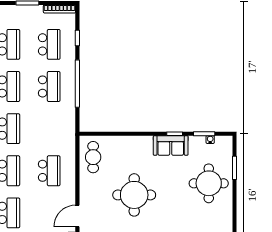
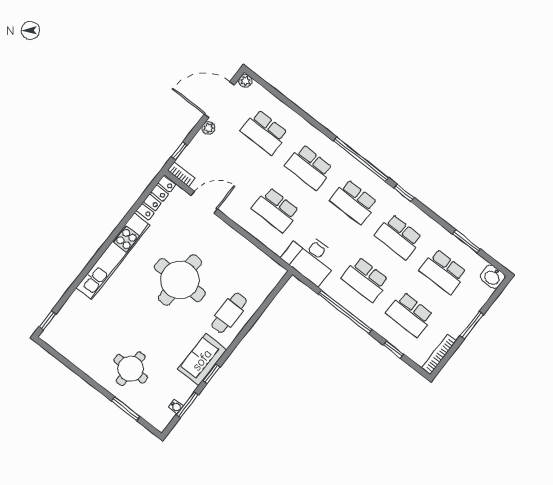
desk: (62, 128) -> (310, 258), added
cafe table: (93, 157) -> (229, 313), moved, turned 90
round table: (209, 183) -> (131, 369), width x0.73, depth x0.73
door: (77, 216) -> (204, 202), hinge flipped

